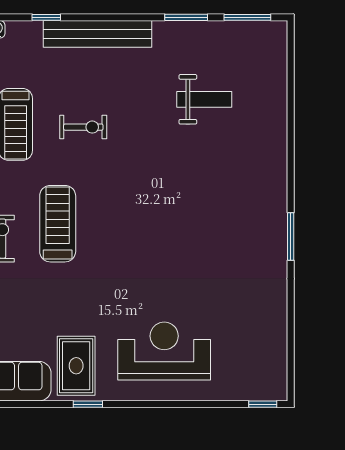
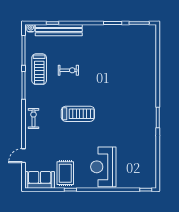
bench: (97, 34) -> (59, 30), moved
weight bench: (204, 99) -> (121, 58), removed
treadmill: (58, 224) -> (78, 114), moved, turned 90
reception desk: (164, 351) -> (103, 167), turned -90

